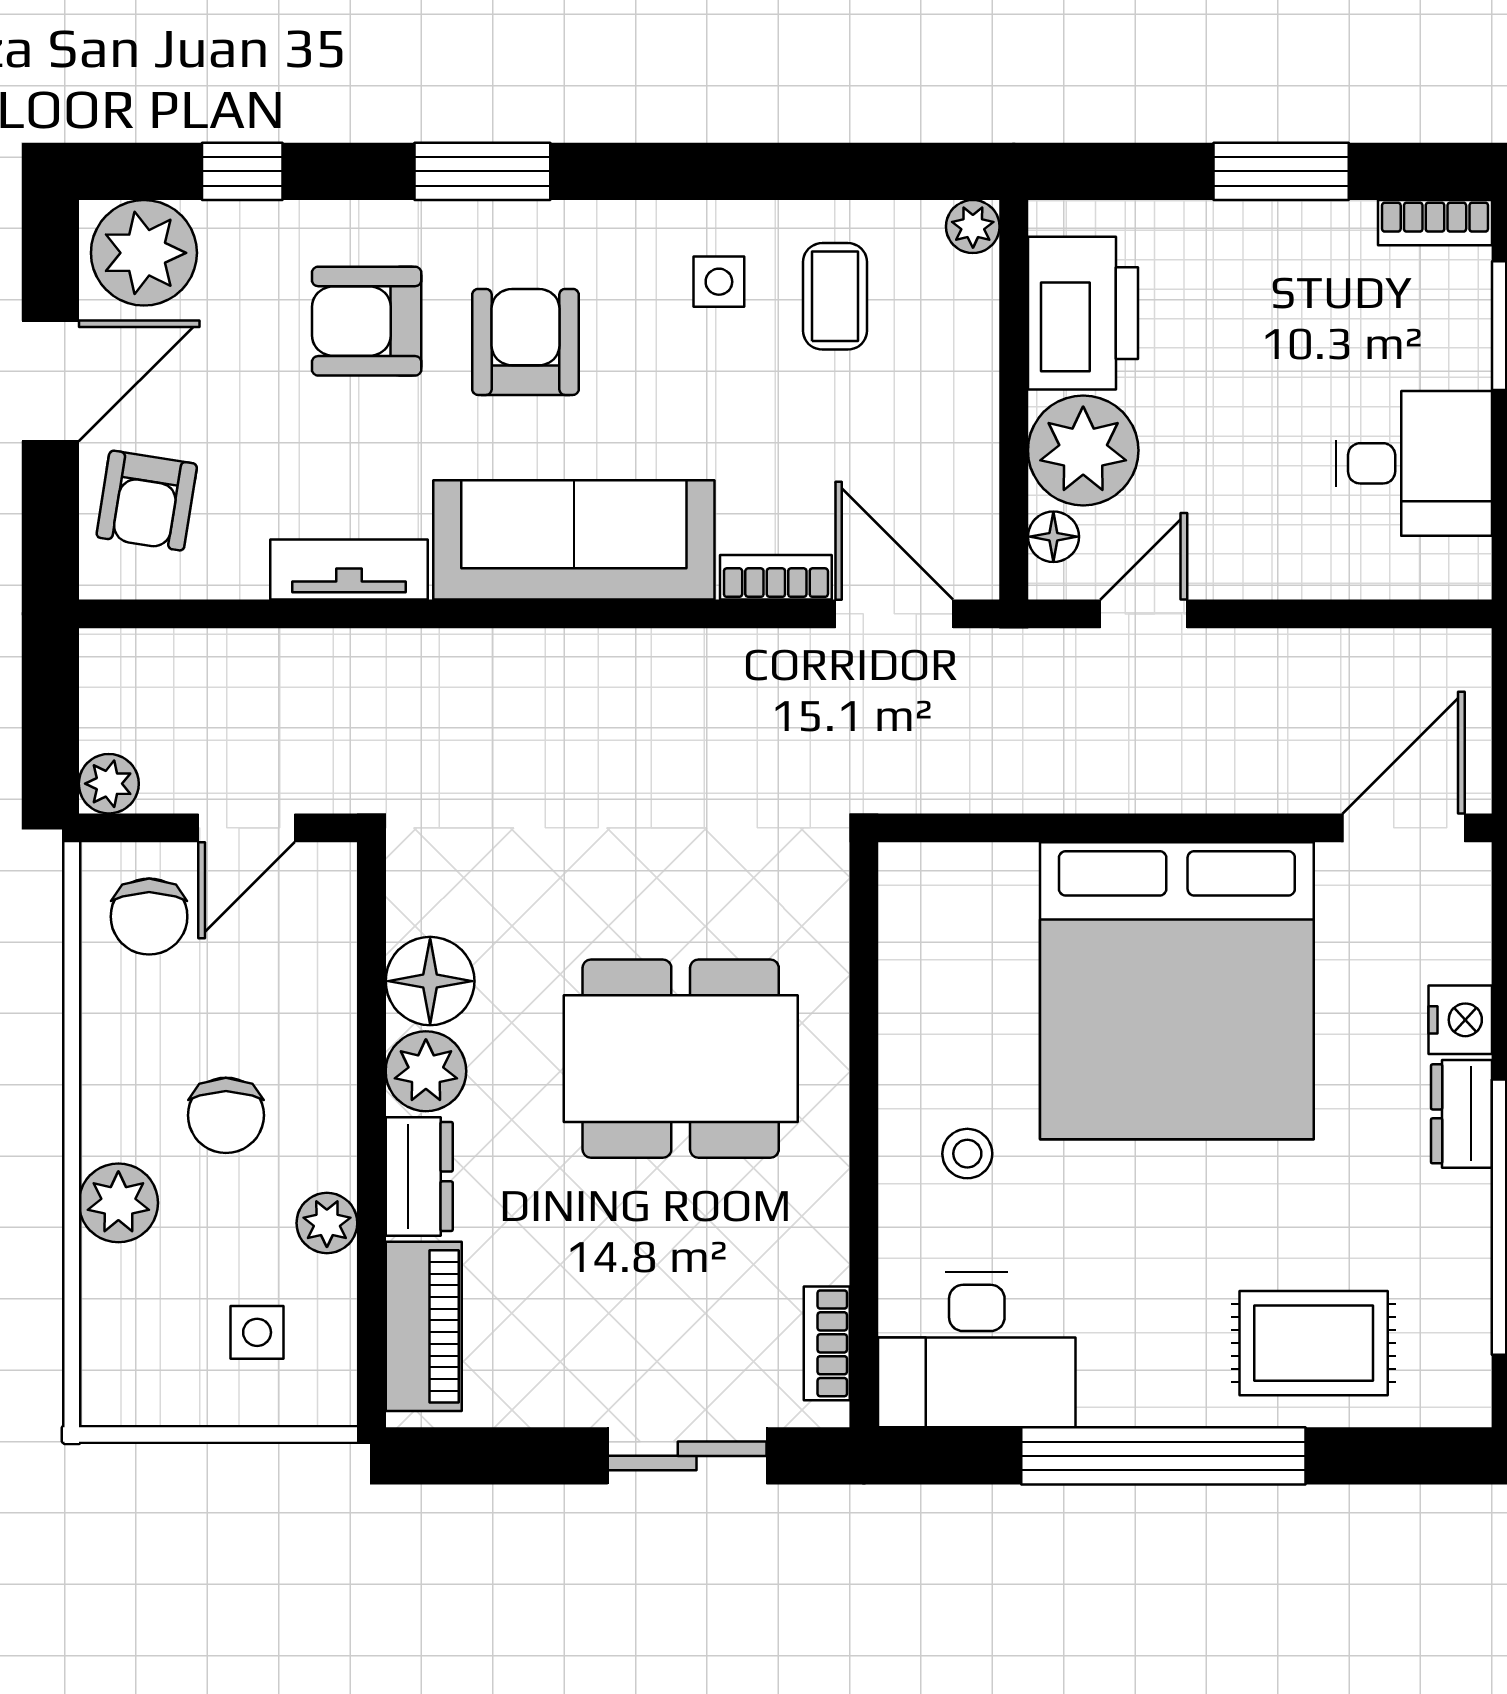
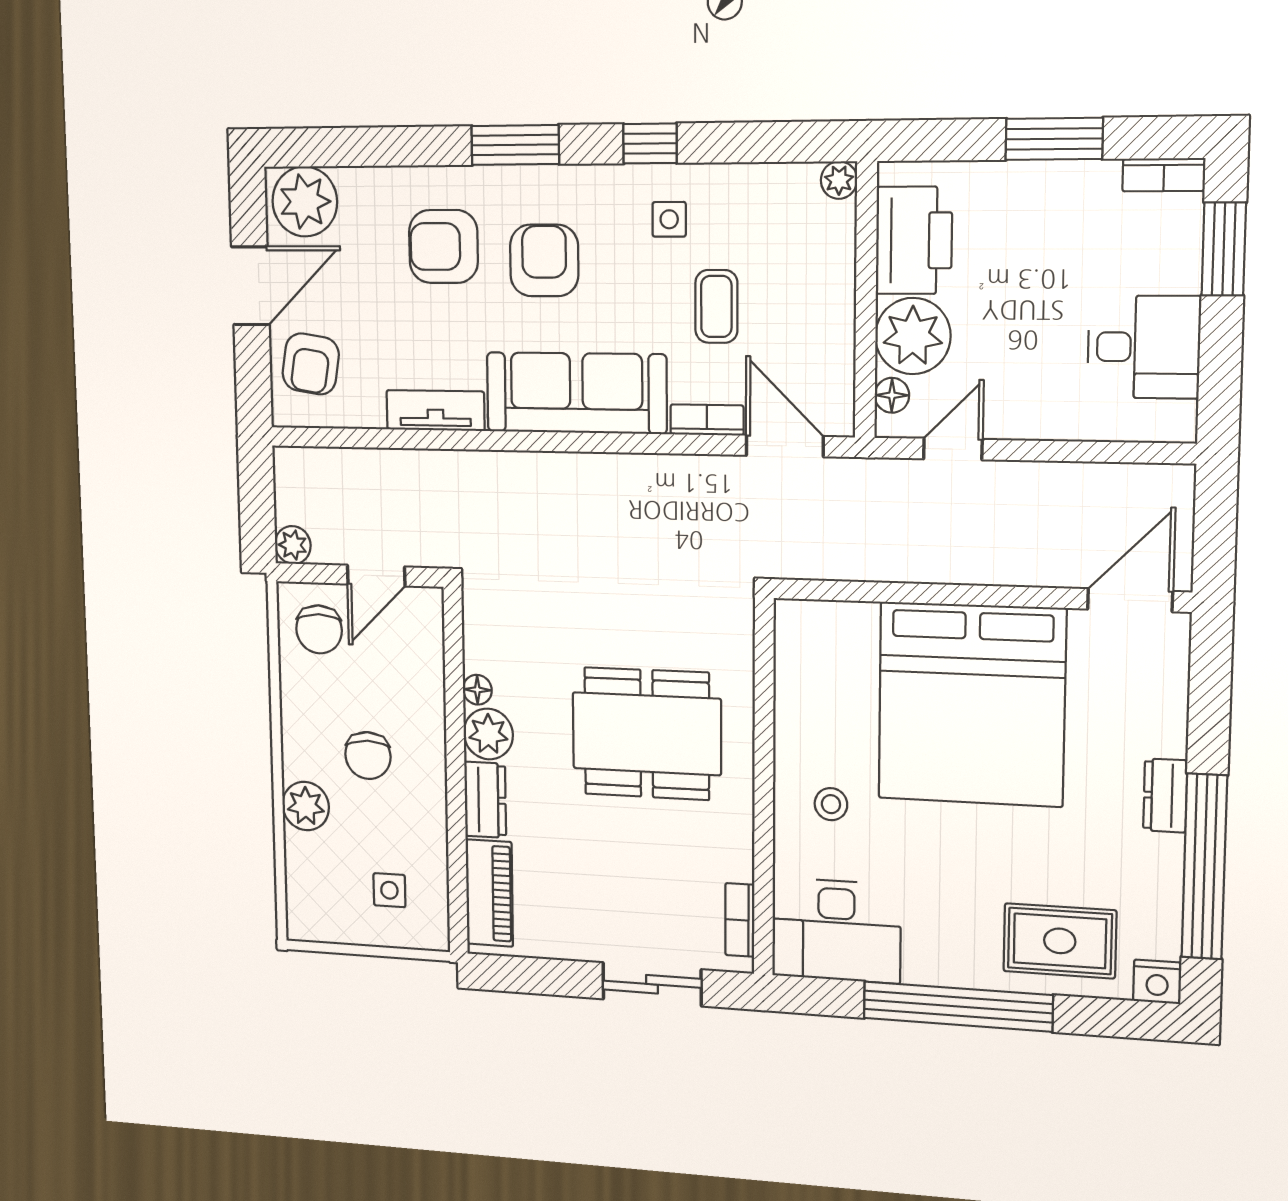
window: (242, 171) -> (650, 143), moved
coffee table: (835, 296) -> (716, 306), moved
floor lamp: (430, 981) -> (477, 690), width x0.53, depth x0.53
nightstand: (1460, 1020) -> (1157, 982), moved, turned 90
plant: (327, 1223) -> (430, 826), removed

